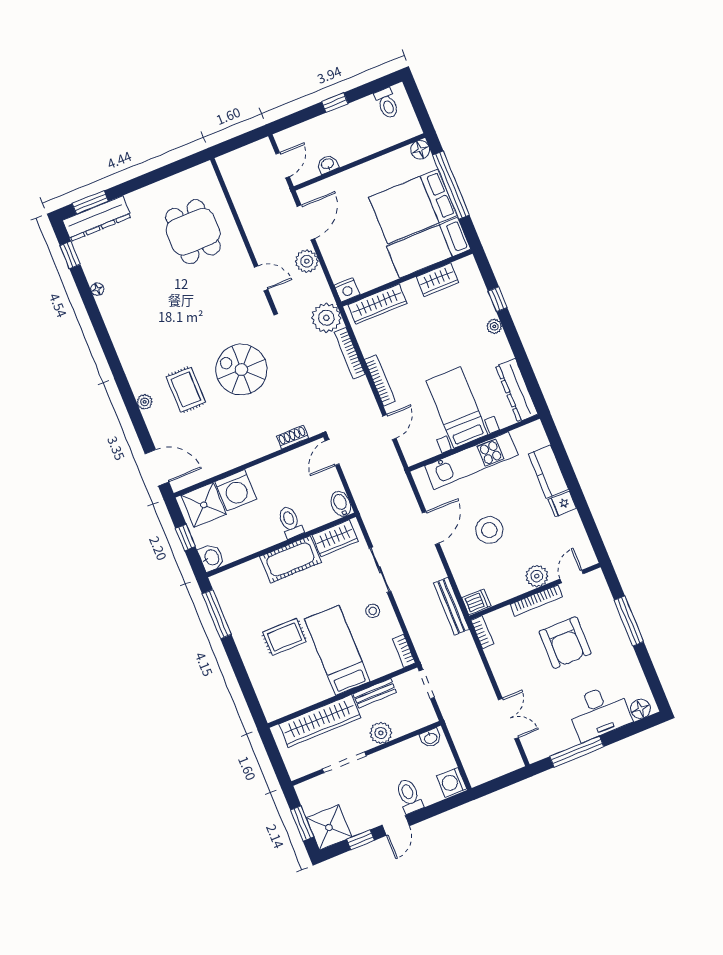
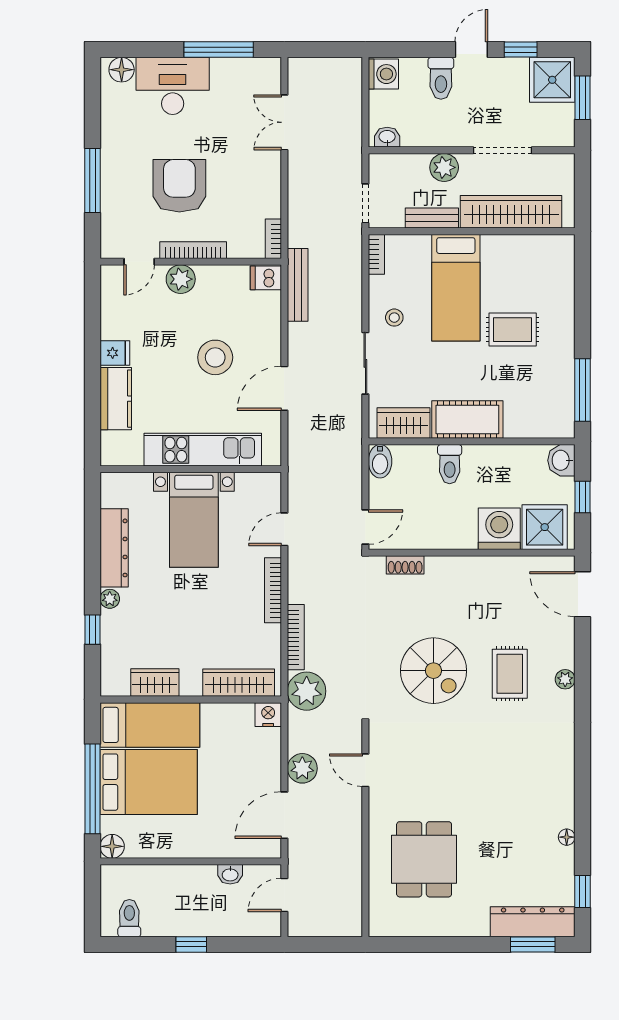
dresser: (517, 390) -> (114, 548), moved

